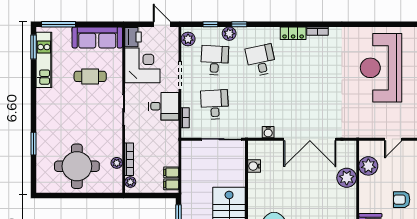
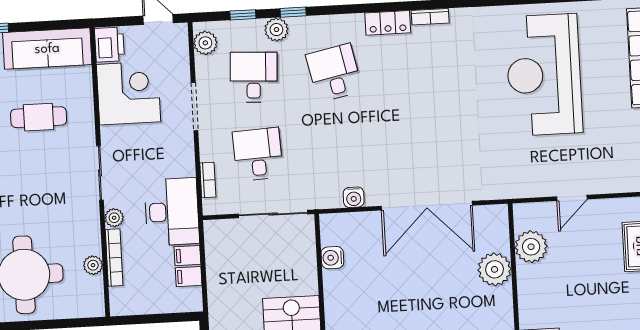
desk: (164, 106) -> (172, 212), moved, width x1.37
plant: (130, 182) -> (114, 218), moved
filing cabinet: (171, 184) -> (187, 256), moved
armchair: (402, 200) -> (592, 302), removed

